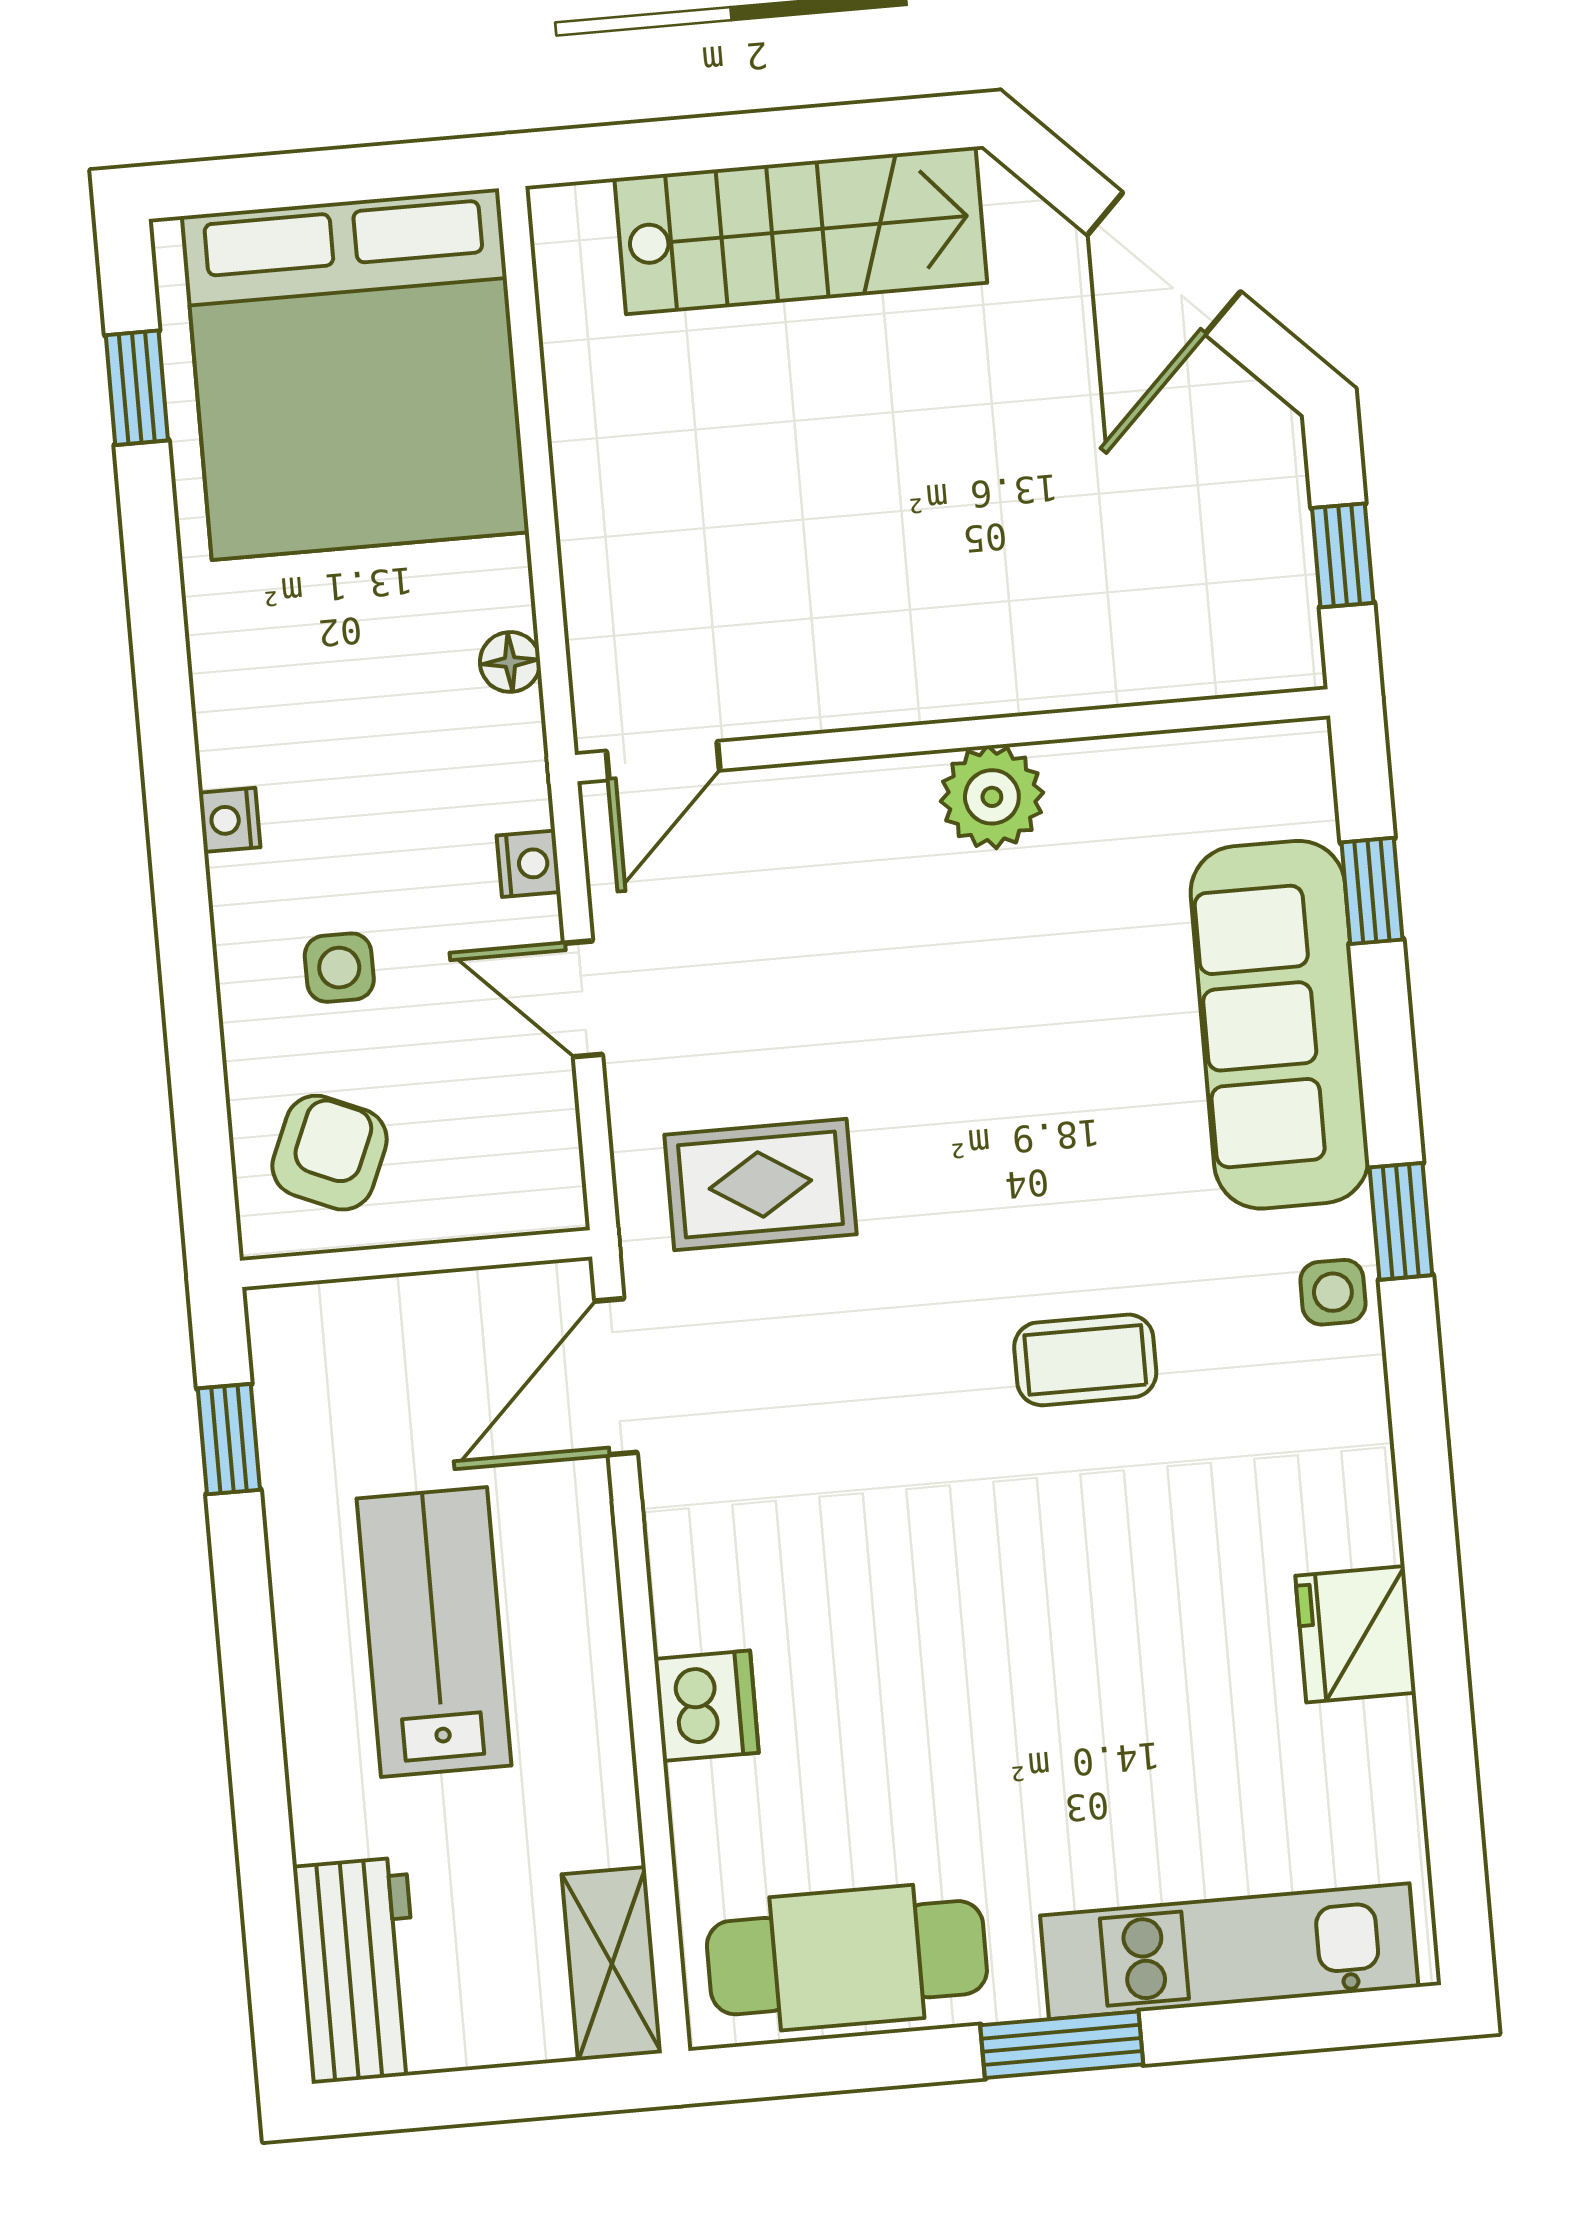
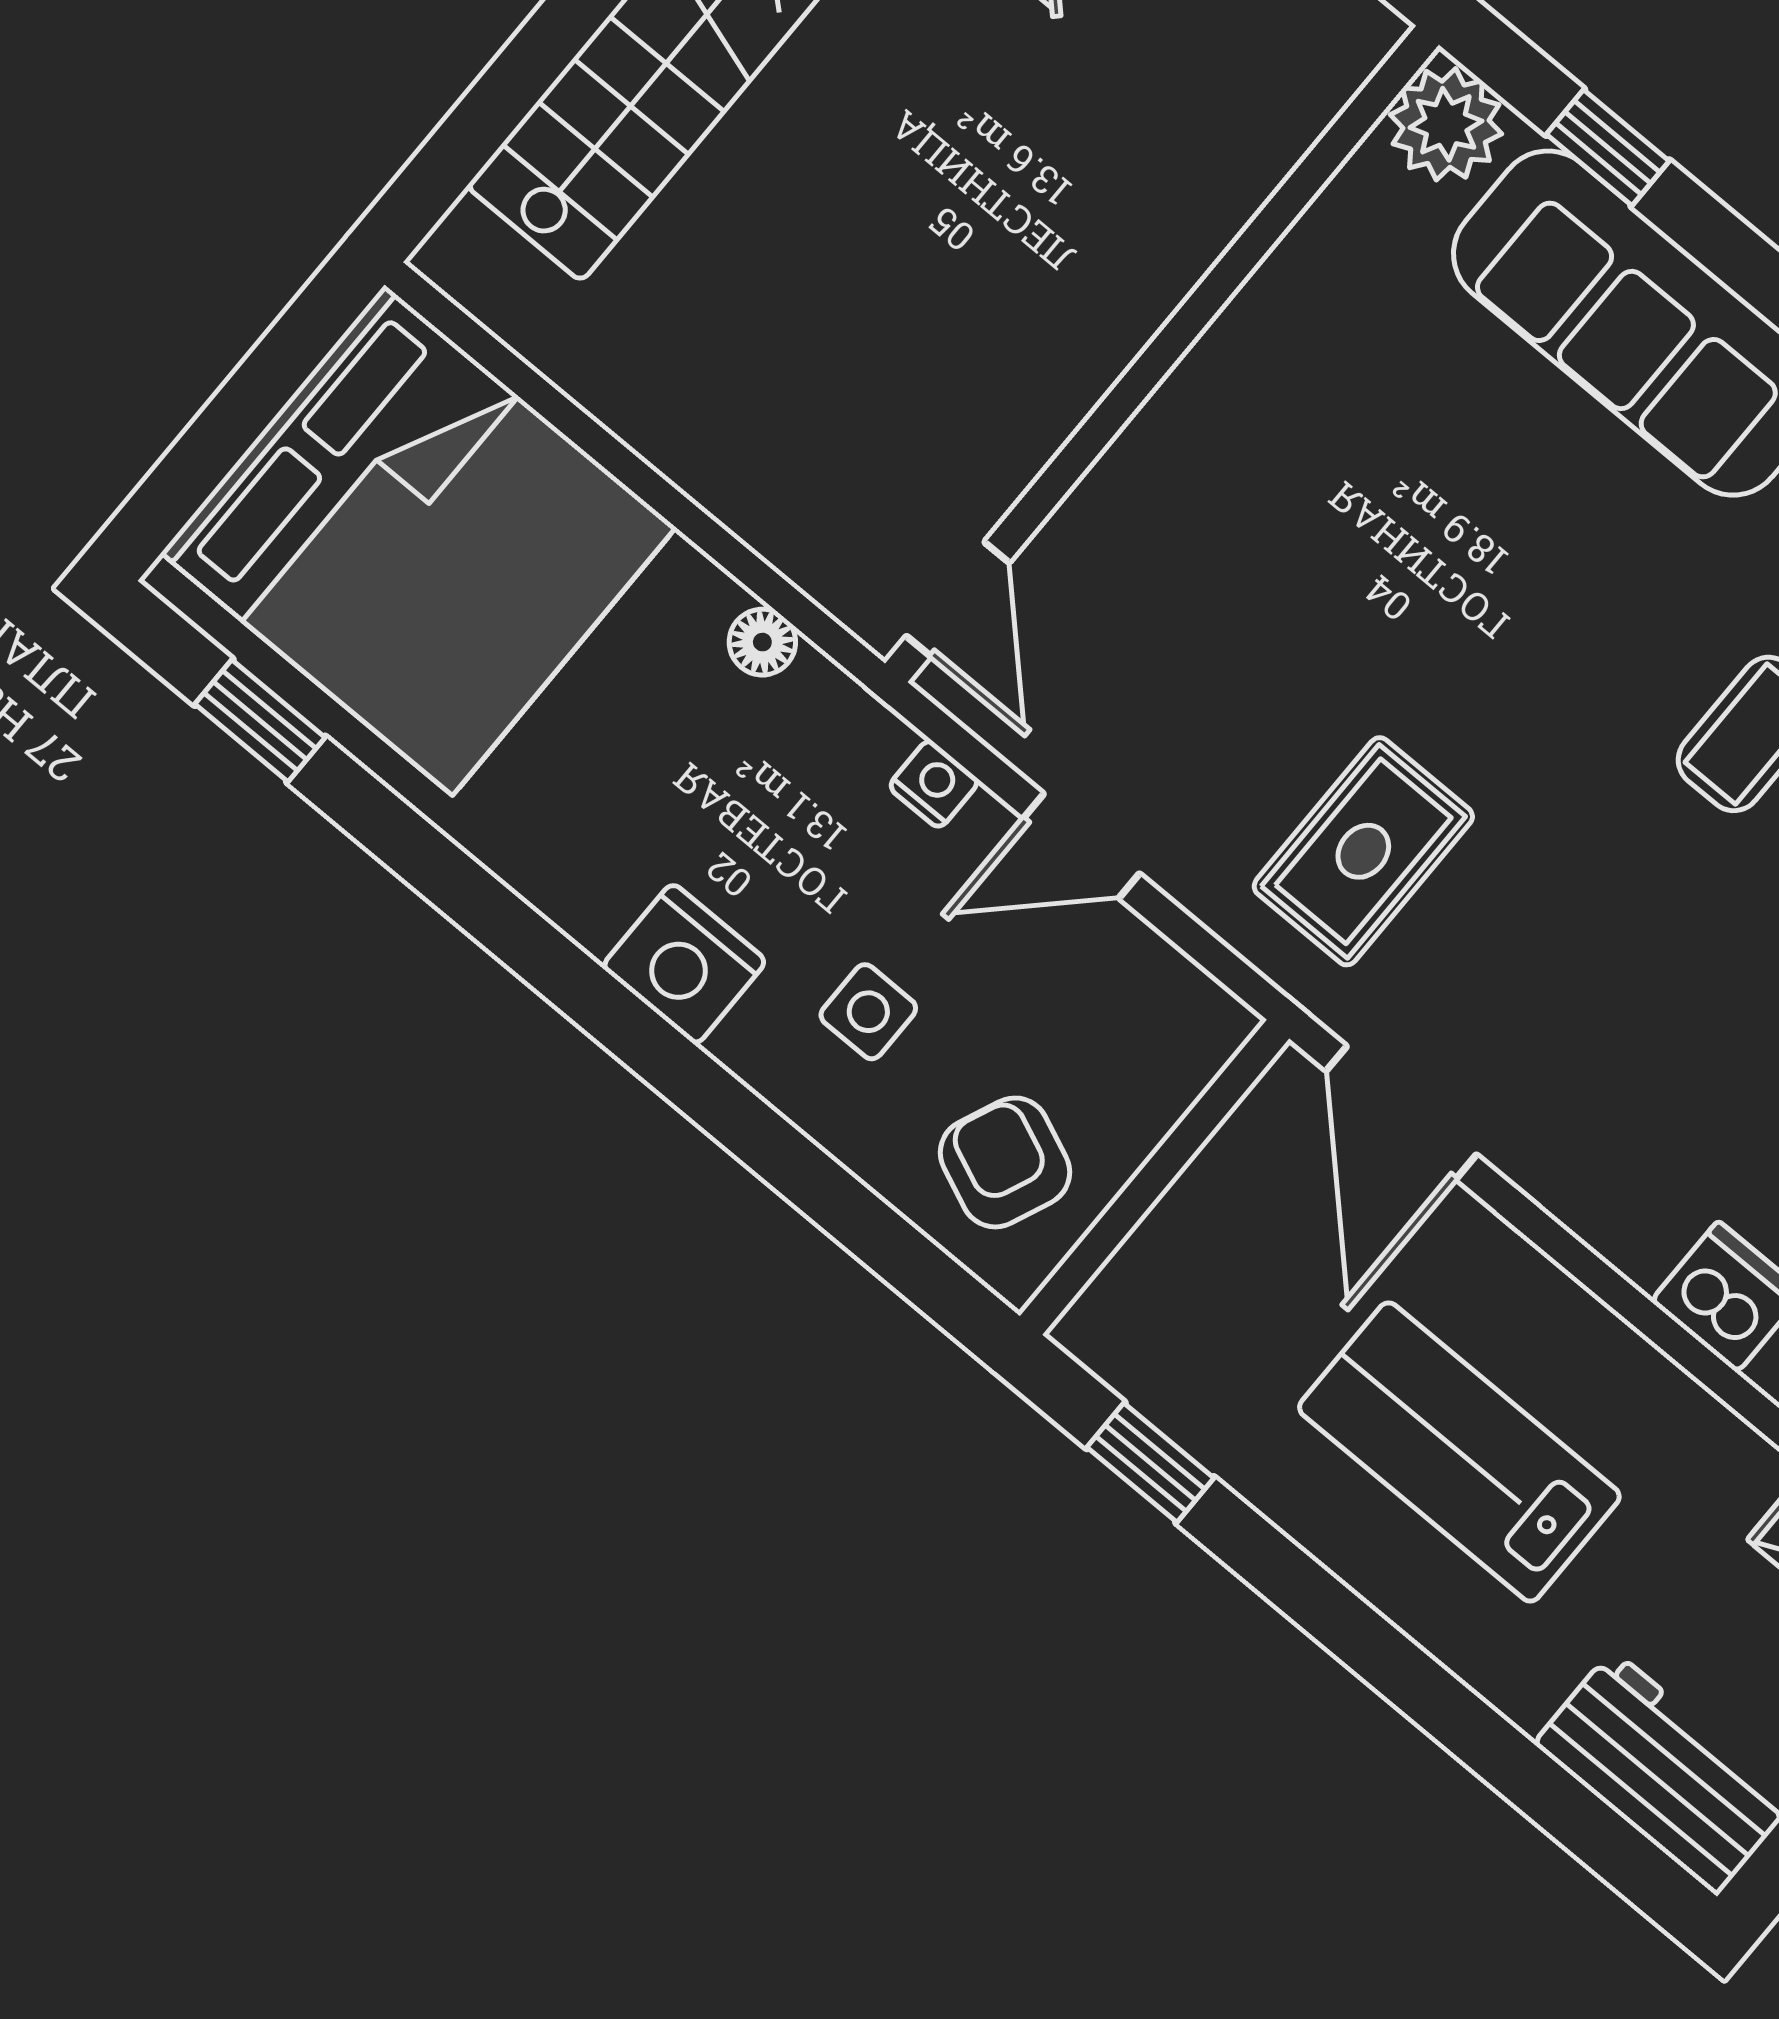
plant: (992, 797) -> (1446, 124), moved
nightstand: (230, 820) -> (684, 964), width x1.89, depth x1.79

